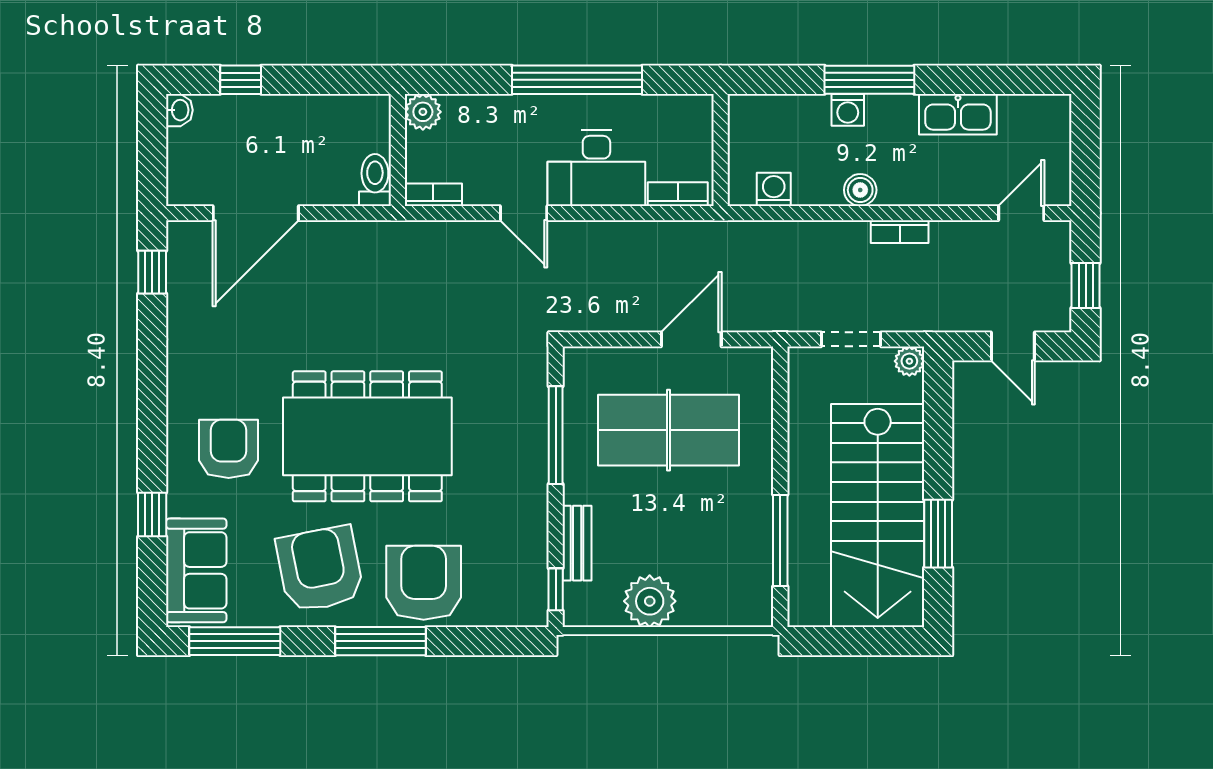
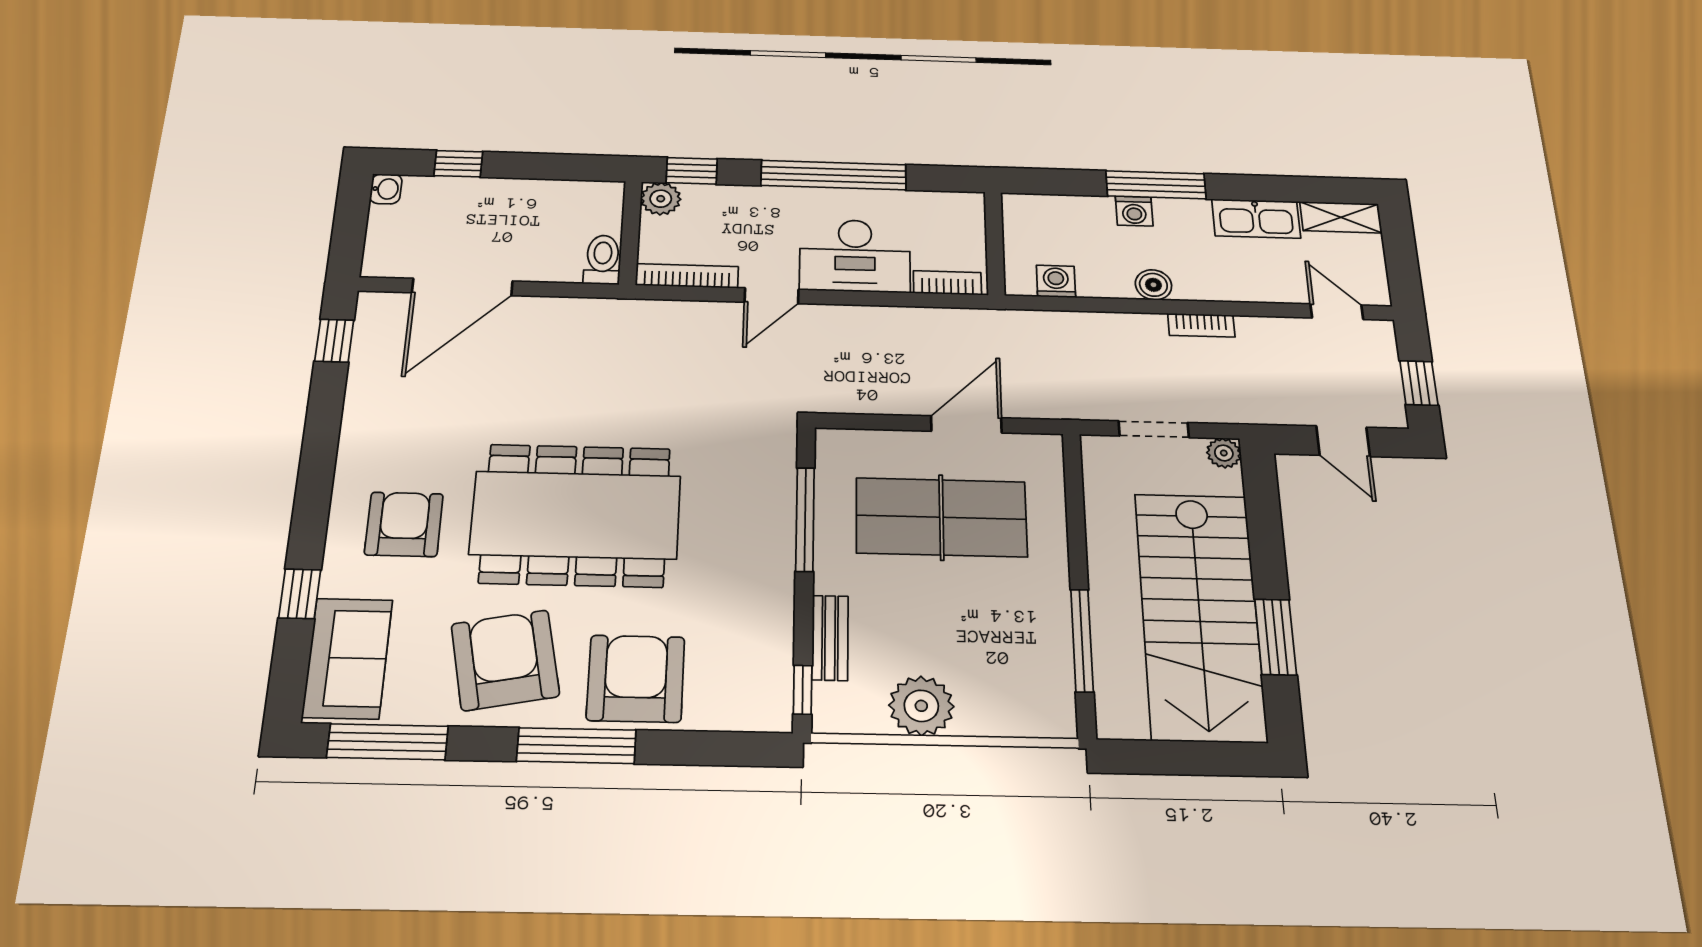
window: (449, 80) -> (692, 171), added
shelving: (1036, 110) -> (1341, 217), added
bookcase: (433, 195) -> (687, 276), width x1.56
door: (524, 213) -> (772, 296), hinge flipped
door: (1021, 213) -> (1337, 312), hinge flipped

